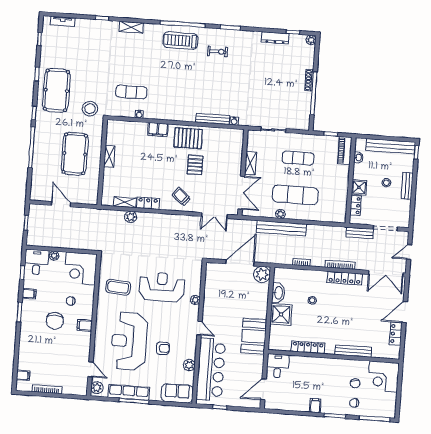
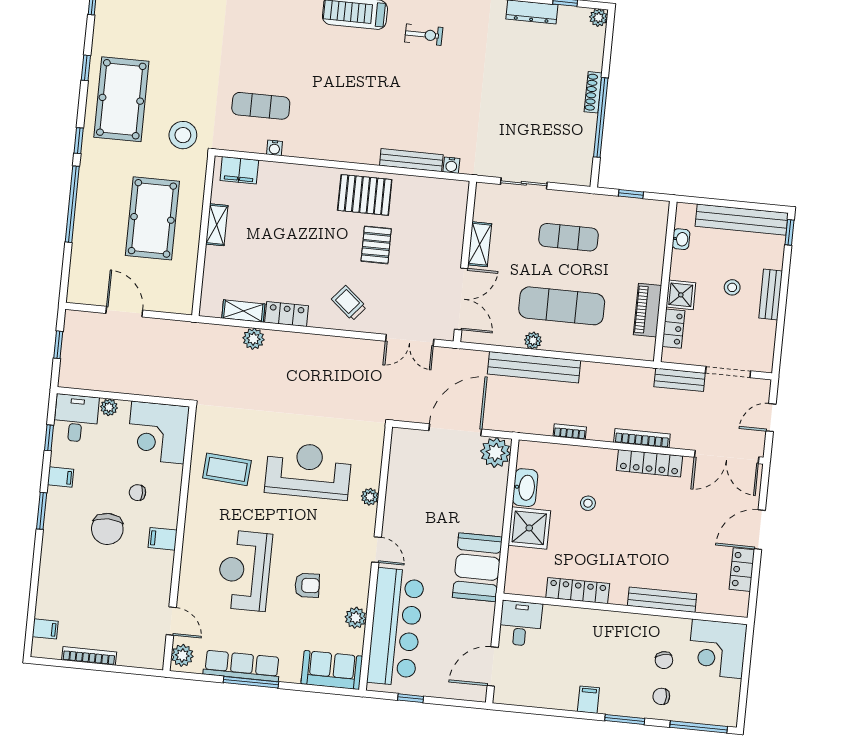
filing cabinet: (158, 130) -> (239, 170), moved
piano: (345, 151) -> (648, 310), moved
reception desk: (129, 341) -> (245, 571), width x0.74, depth x0.77

